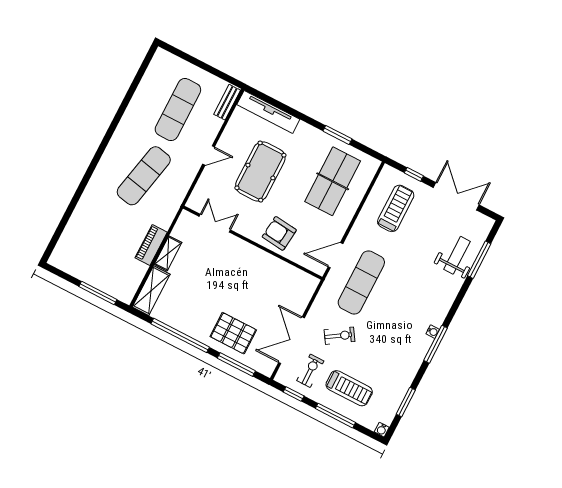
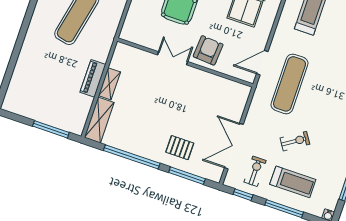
double door: (215, 223) -> (173, 58), moved
armchair: (279, 233) -> (208, 50), turned 88
pallet: (233, 333) -> (180, 148), width x0.67, depth x0.71
exercise bike: (340, 336) -> (295, 141), moved

